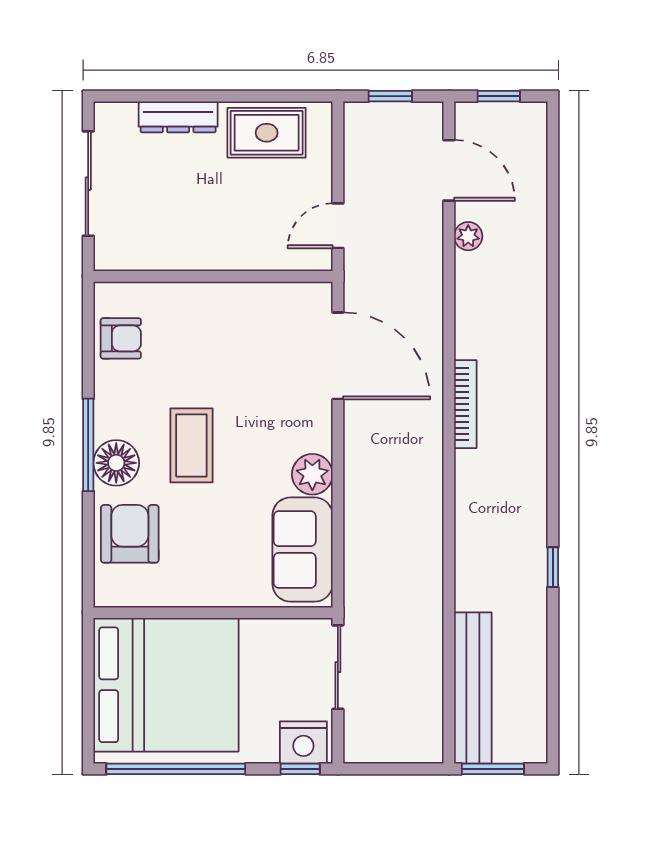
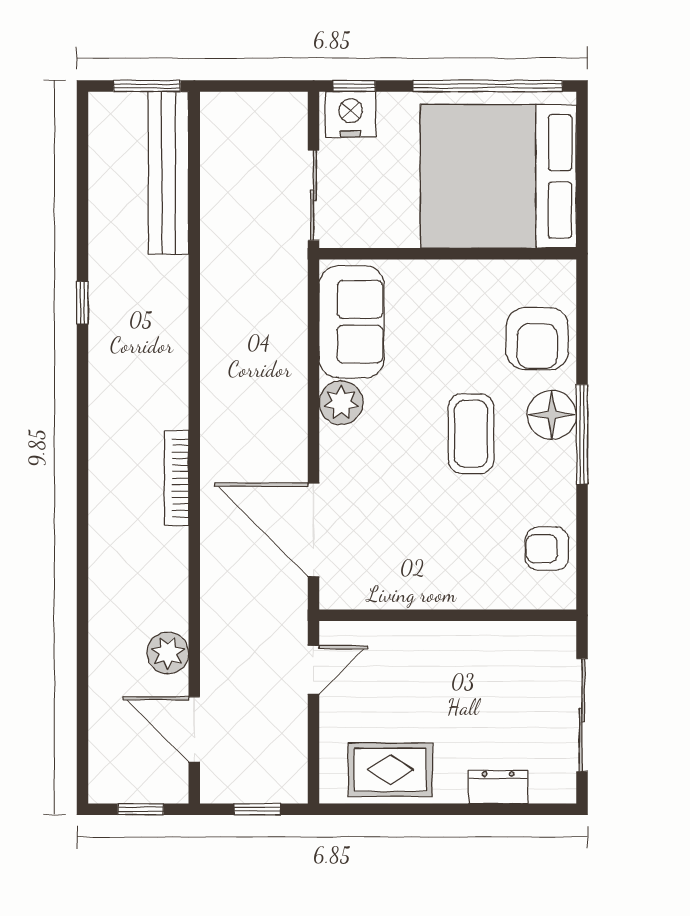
dresser: (178, 117) -> (498, 787), width x0.70
plant: (468, 236) -> (168, 653), width x1.38, depth x1.38

